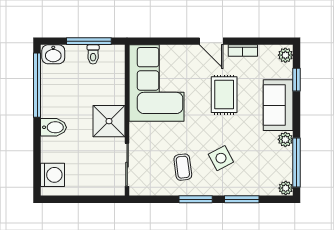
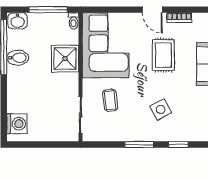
toilet: (93, 54) -> (74, 21), moved
shower: (109, 121) -> (65, 59), moved
bidet: (53, 127) -> (18, 58), moved
coffee table: (183, 167) -> (110, 100), moved
window: (242, 199) -> (178, 145), width x0.67

